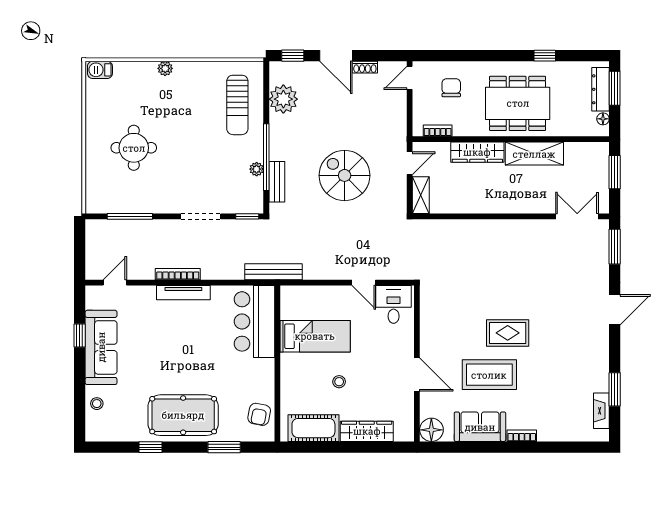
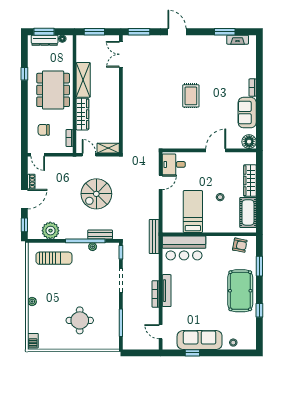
coffee table: (489, 375) -> (216, 107), removed

